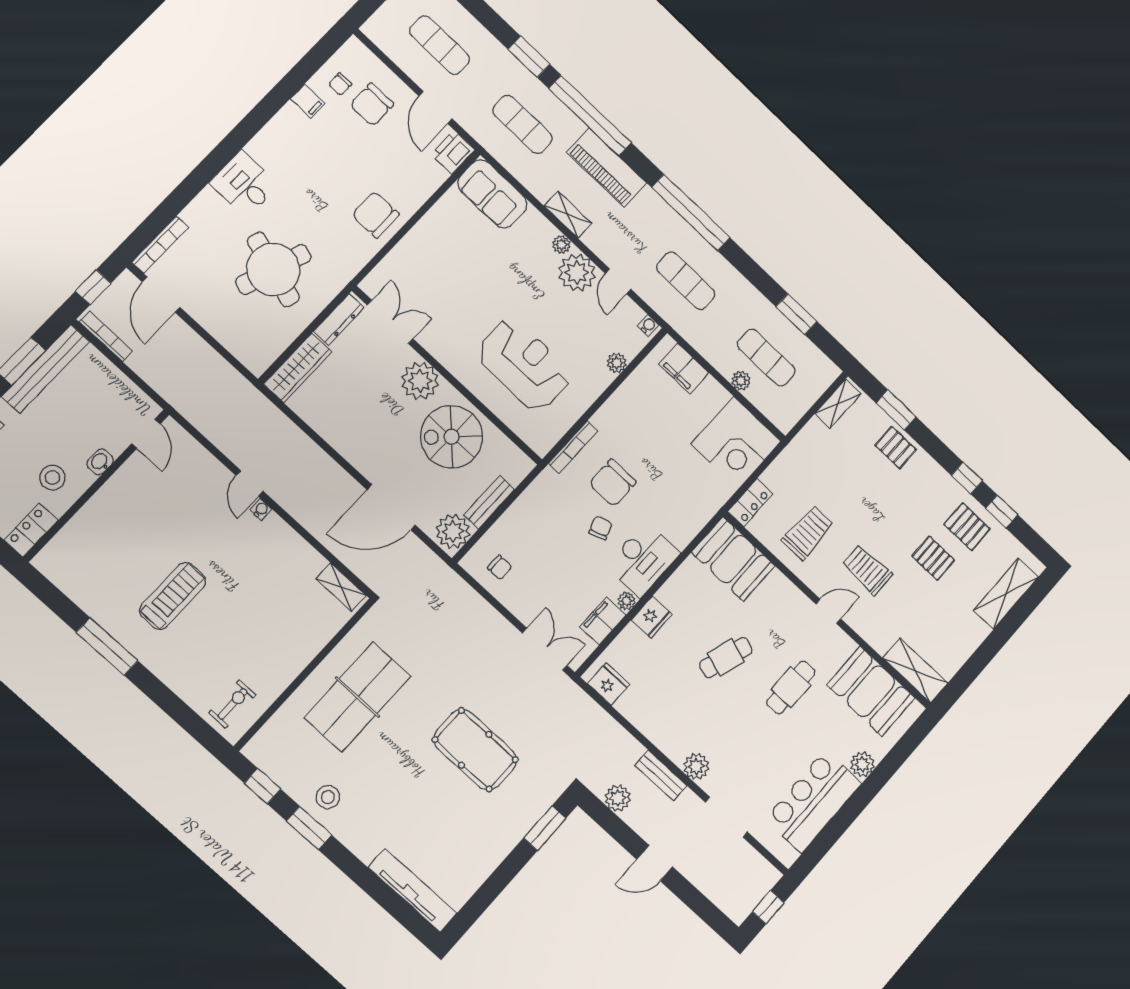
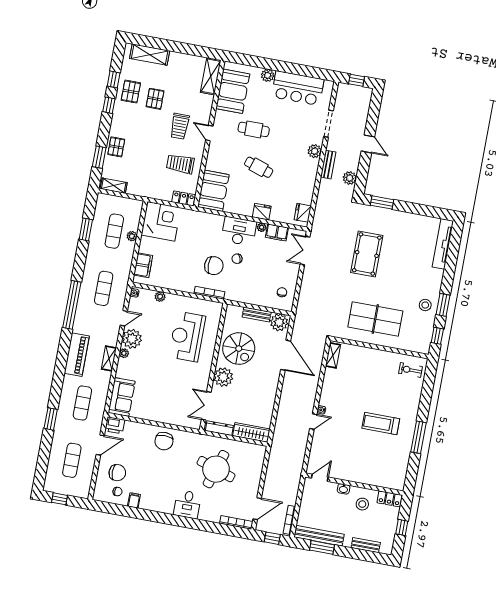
window: (590, 116) -> (59, 376), removed

